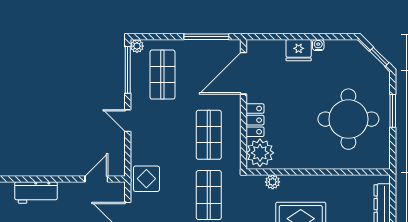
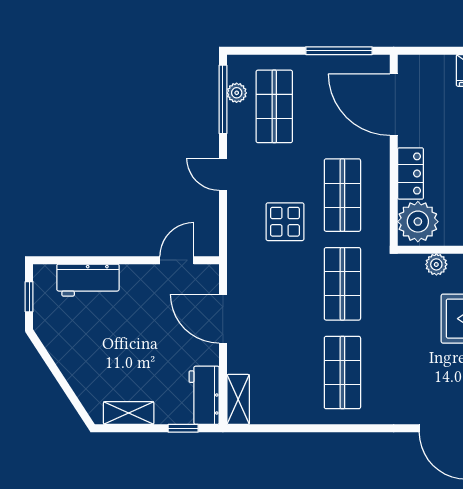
plant: (137, 46) -> (237, 93), moved
door: (244, 73) -> (394, 105), hinge flipped
display table: (146, 179) -> (285, 222), moved

